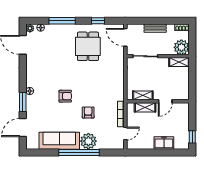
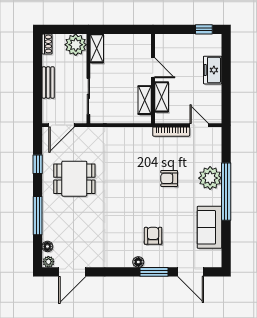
armchair: (65, 96) -> (153, 236), moved
sofa: (59, 141) -> (209, 227), width x0.73

